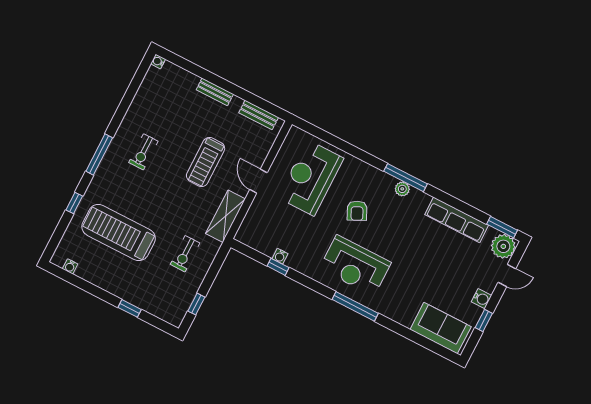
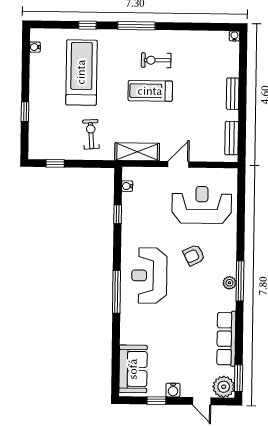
treadmill: (206, 162) -> (150, 91), moved
exercise bike: (185, 254) -> (91, 134), turned 86
water cooler: (280, 256) -> (127, 186), moved

